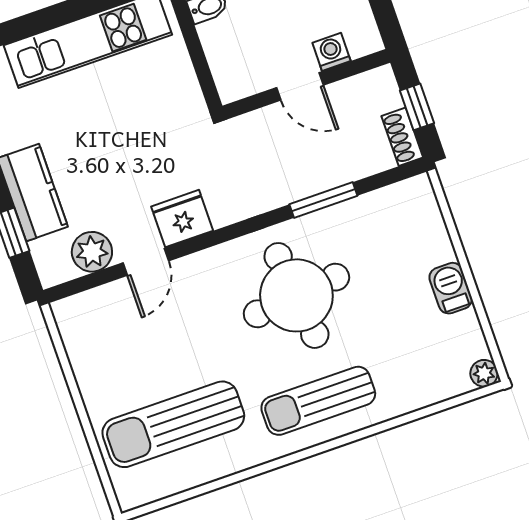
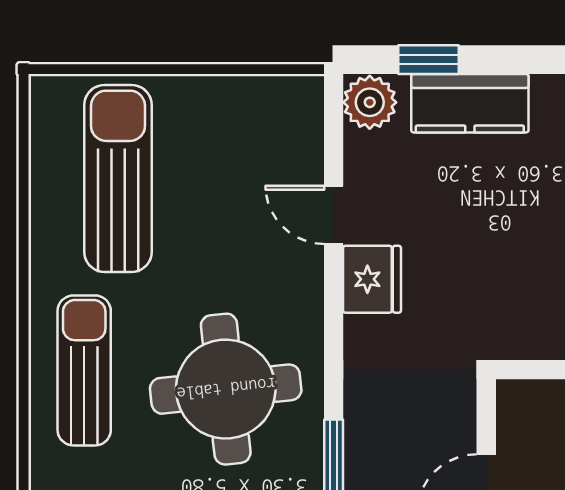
plant: (92, 252) -> (370, 102), moved

